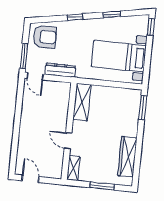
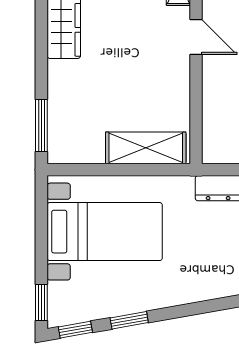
window: (75, 17) -> (75, 330), moved
shelving: (82, 102) -> (146, 148), moved, turned 90

